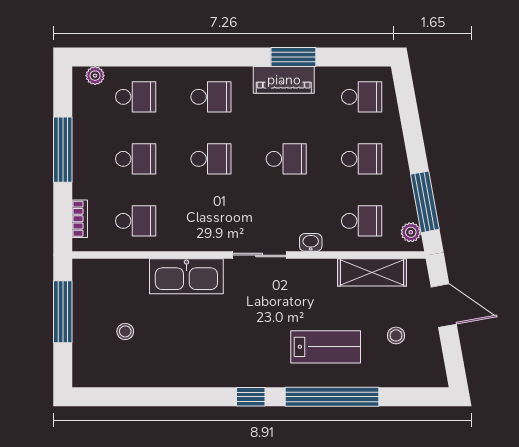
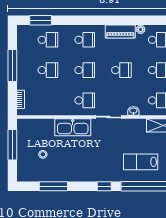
window: (293, 57) -> (41, 20), moved
plant: (95, 76) -> (141, 29), moved
school desk: (136, 221) -> (85, 100), moved
lab bench: (326, 347) -> (141, 162), turned 180
window: (147, 397) -> (53, 186), added

